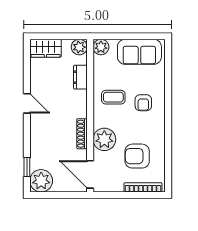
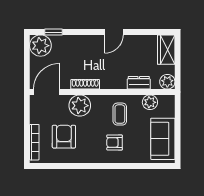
plant: (101, 47) -> (150, 102), moved

